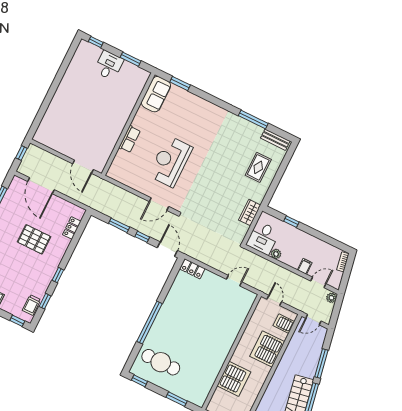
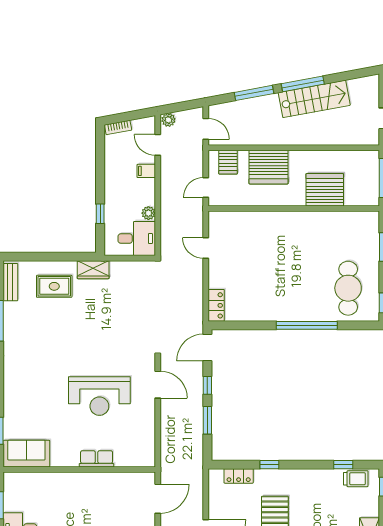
wardrobe: (250, 213) -> (93, 270), moved
window: (58, 275) -> (269, 465), moved

